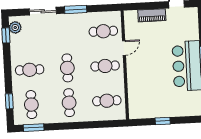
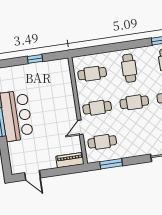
window: (76, 9) -> (111, 164), moved
piano: (152, 15) -> (70, 160), moved
cafe table: (67, 68) -> (134, 102), turned 90

